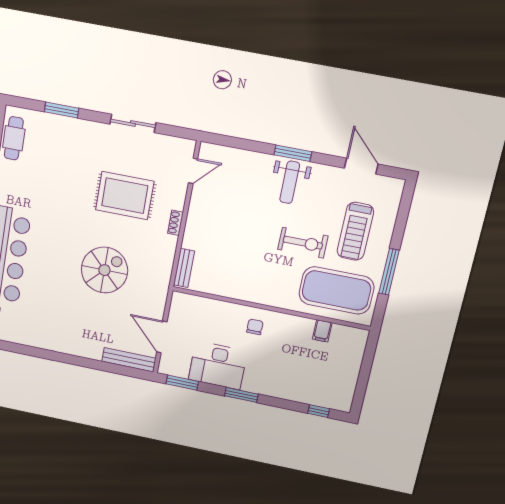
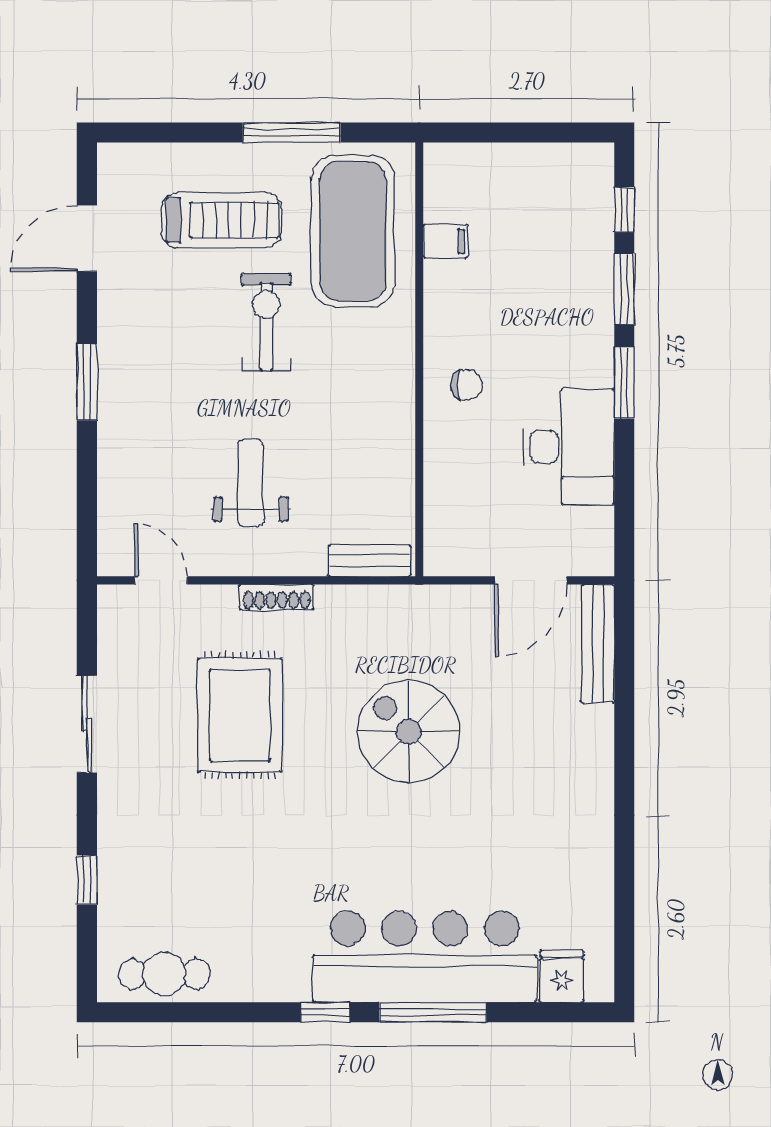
window: (62, 110) -> (87, 880), width x0.67
weight bench: (290, 182) -> (251, 483), moved, turned -90
shoe rack: (175, 223) -> (277, 597), width x1.43
chair: (255, 327) -> (466, 385), turned 180
window: (182, 383) -> (624, 289), moved

